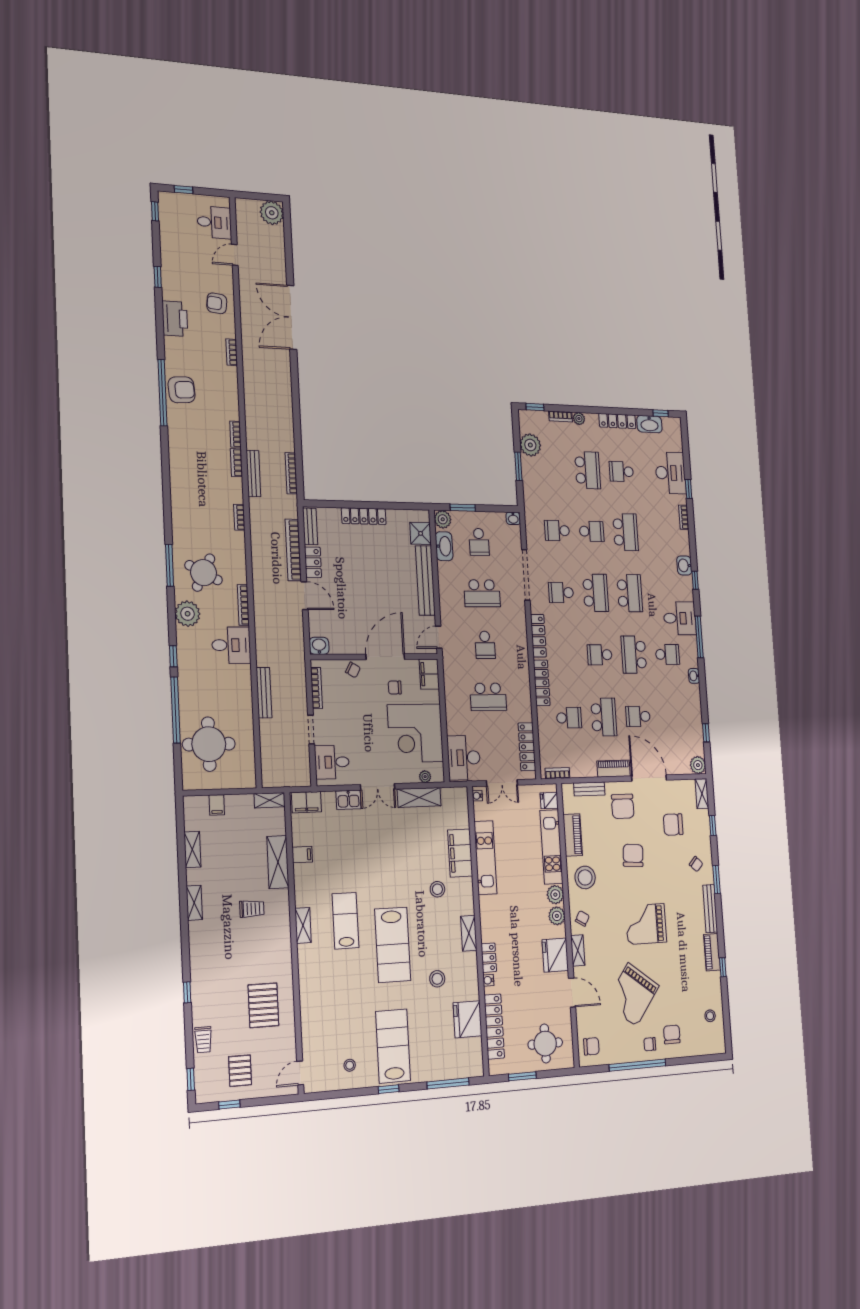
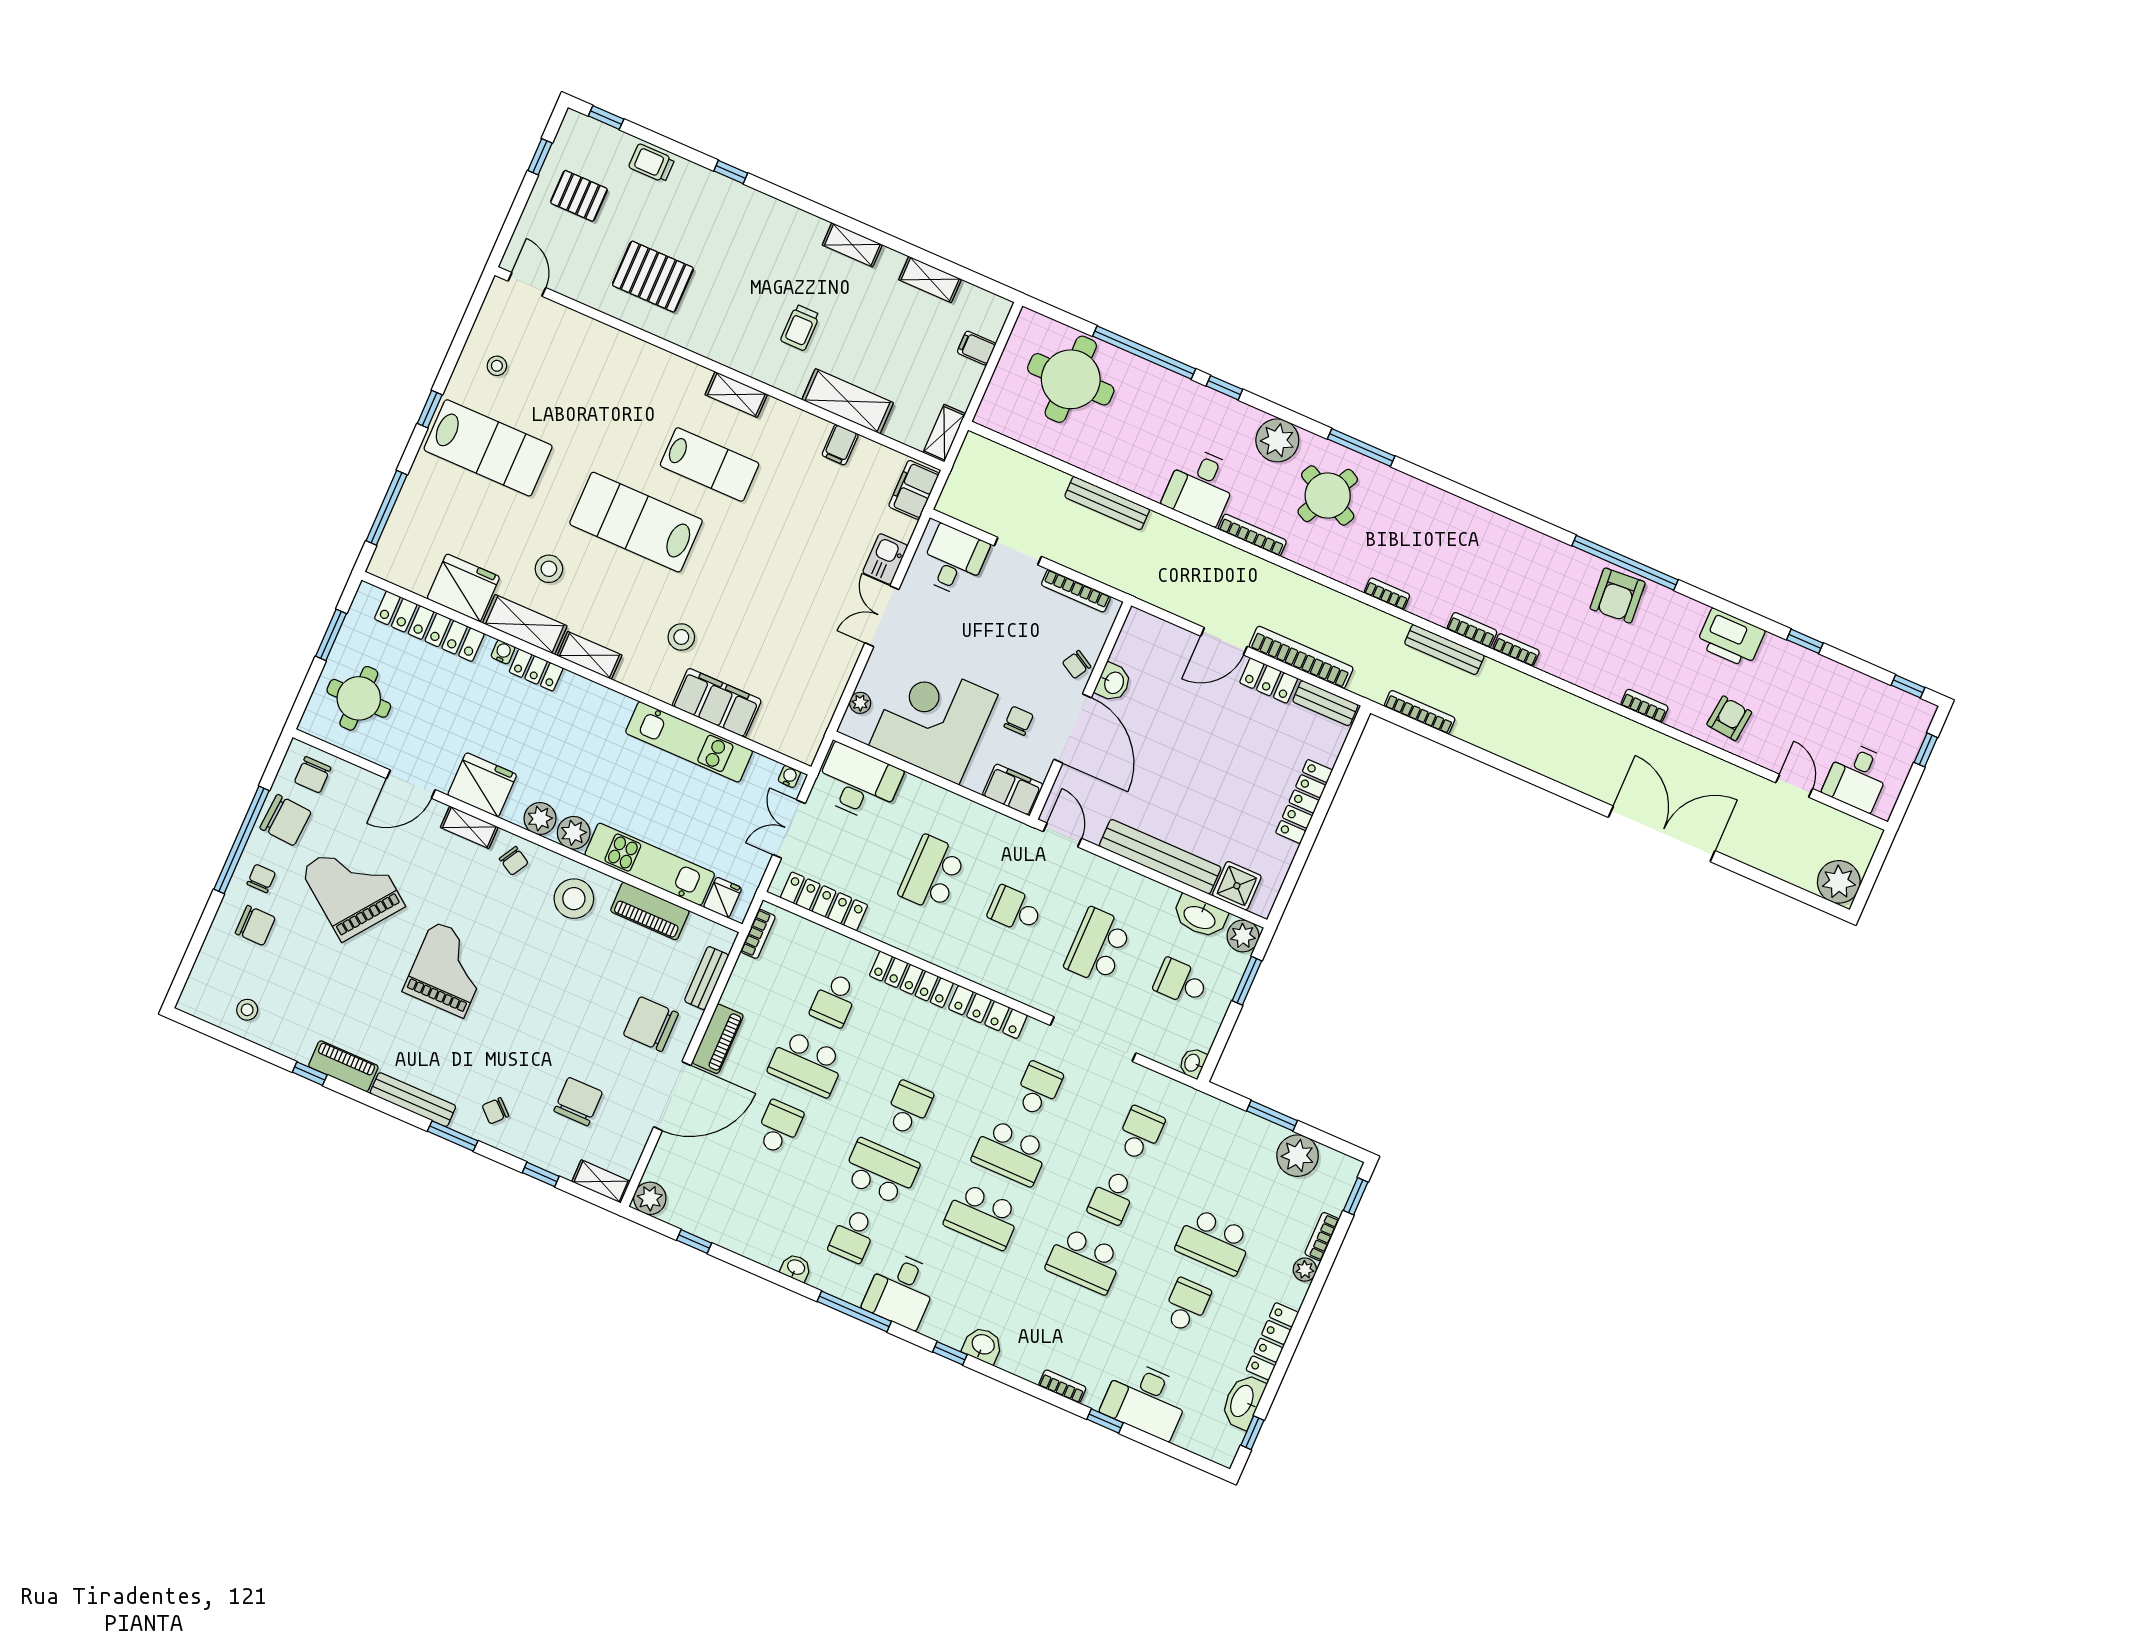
washbasin: (319, 646) -> (1113, 682), moved
shelving: (419, 797) -> (525, 624), moved, turned 90
chair: (633, 855) -> (286, 820), moved

